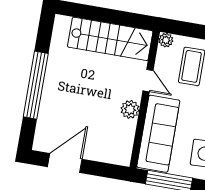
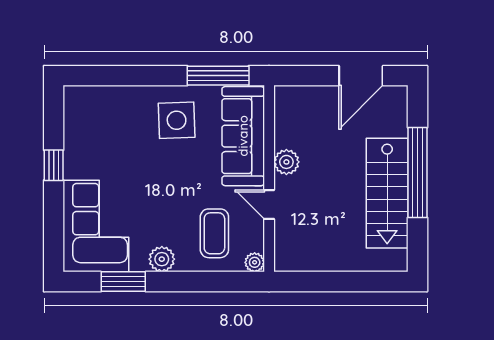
stairs: (110, 39) -> (387, 193), moved, turned -90

